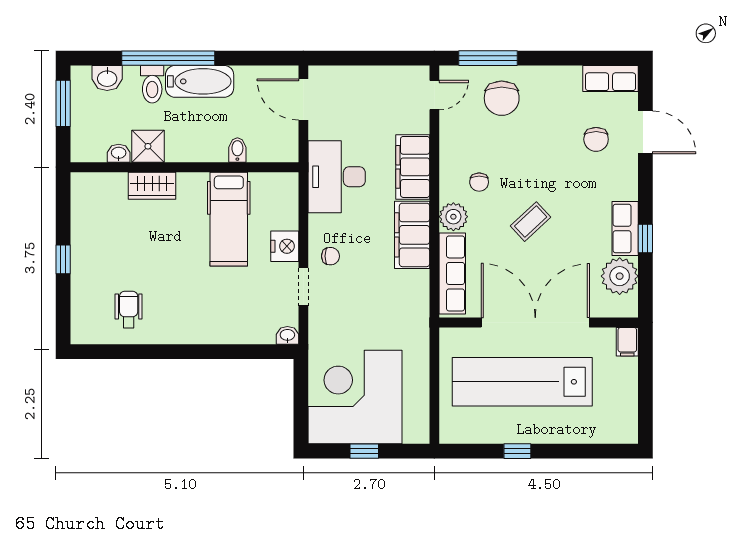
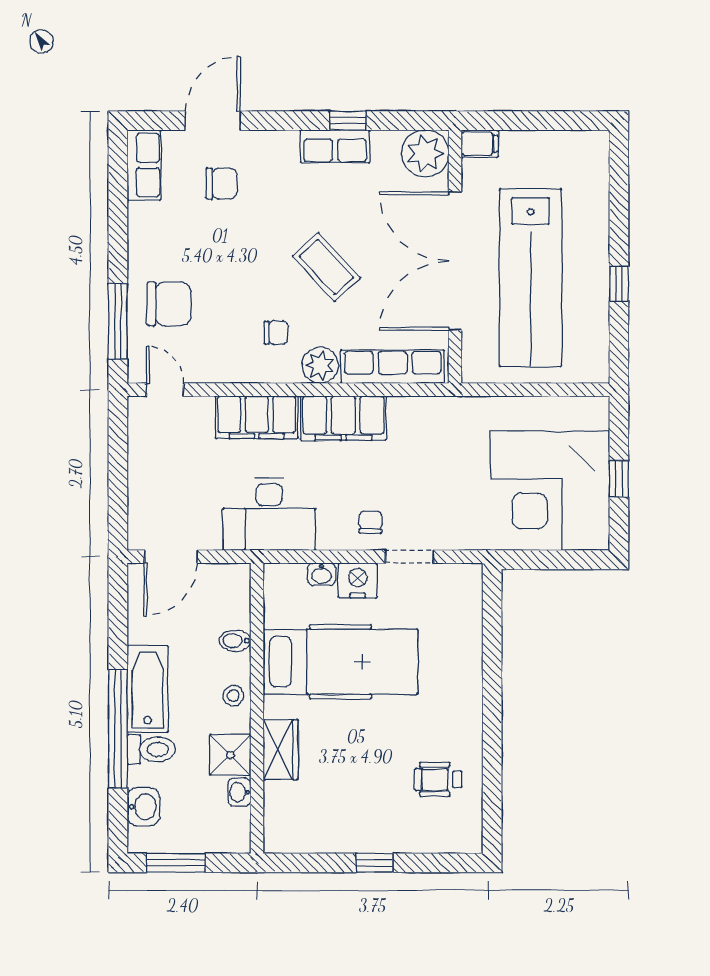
stool: (194, 149) -> (233, 696), added
hospital bed: (229, 219) -> (341, 662), width x1.37, depth x1.29
coffee table: (531, 222) -> (326, 267), width x1.36, depth x1.30
plant: (620, 276) -> (425, 153), moved
washbasin: (287, 335) -> (322, 574), moved, turned -90

